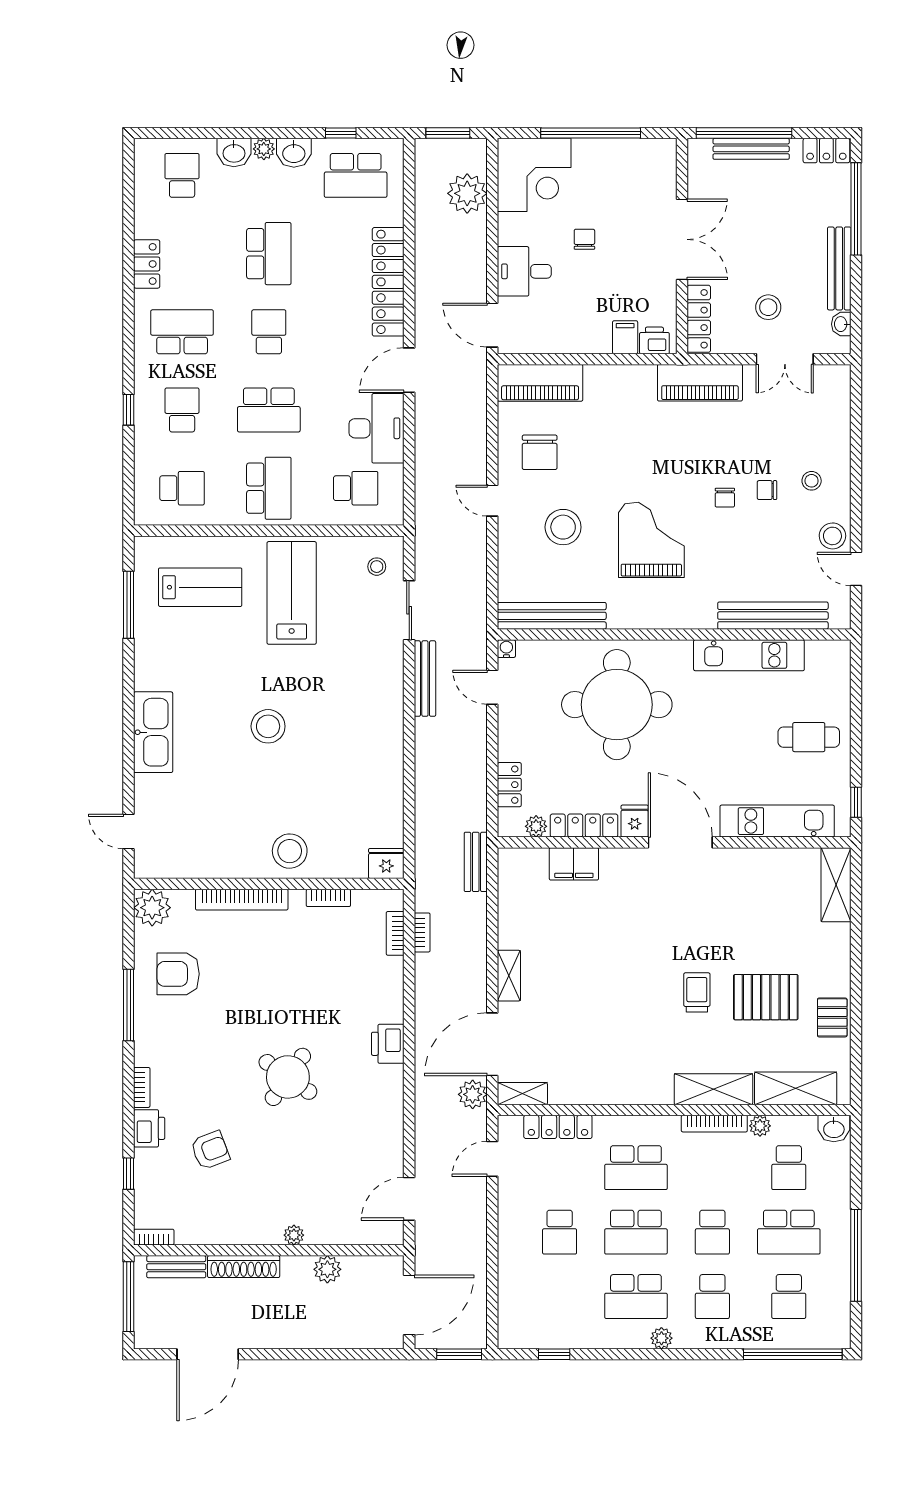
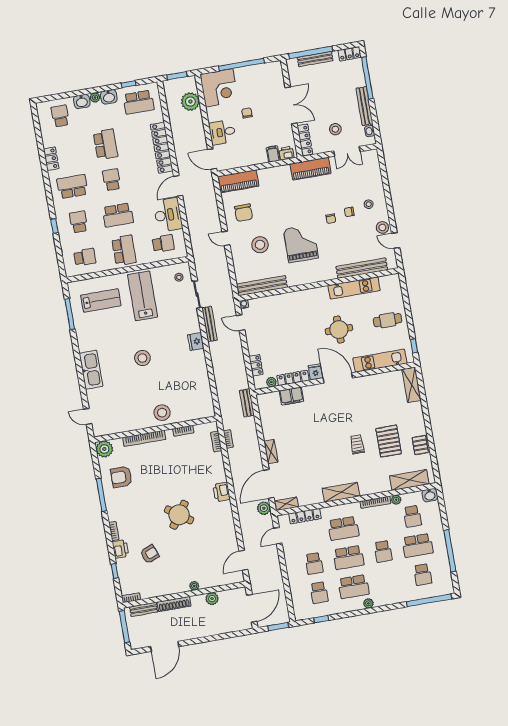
round table: (617, 705) -> (339, 330), moved, width x0.54, depth x0.54
fridge: (386, 864) -> (196, 342), moved, turned -90
pallet: (766, 997) -> (389, 441), turned 90
shelving: (713, 1089) -> (341, 492), moved
school desk: (712, 1297) -> (319, 593), moved

